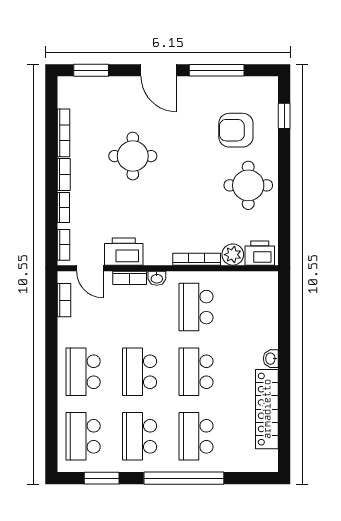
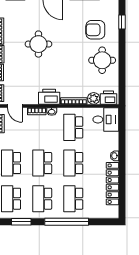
printer: (124, 252) -> (49, 97), moved
desk: (255, 293) -> (106, 119), added

